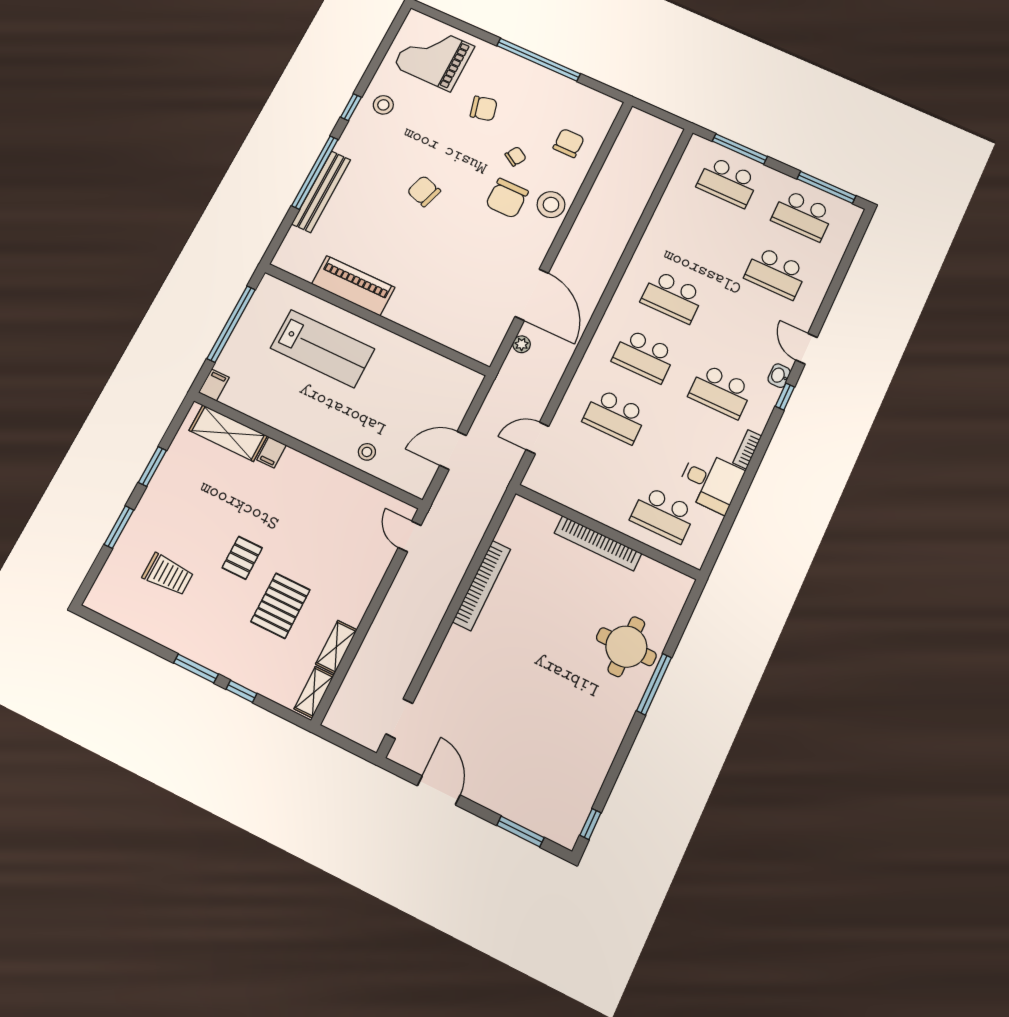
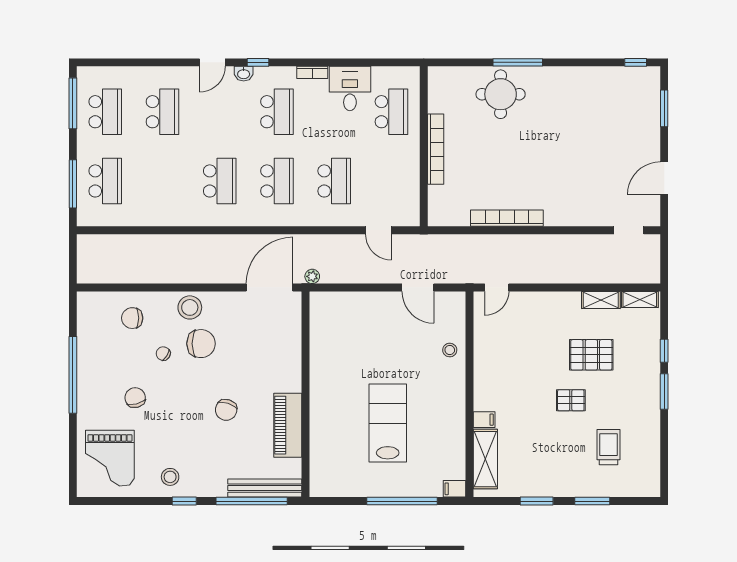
piano: (353, 286) -> (288, 425), moved
wall: (376, 319) -> (306, 394), moved

